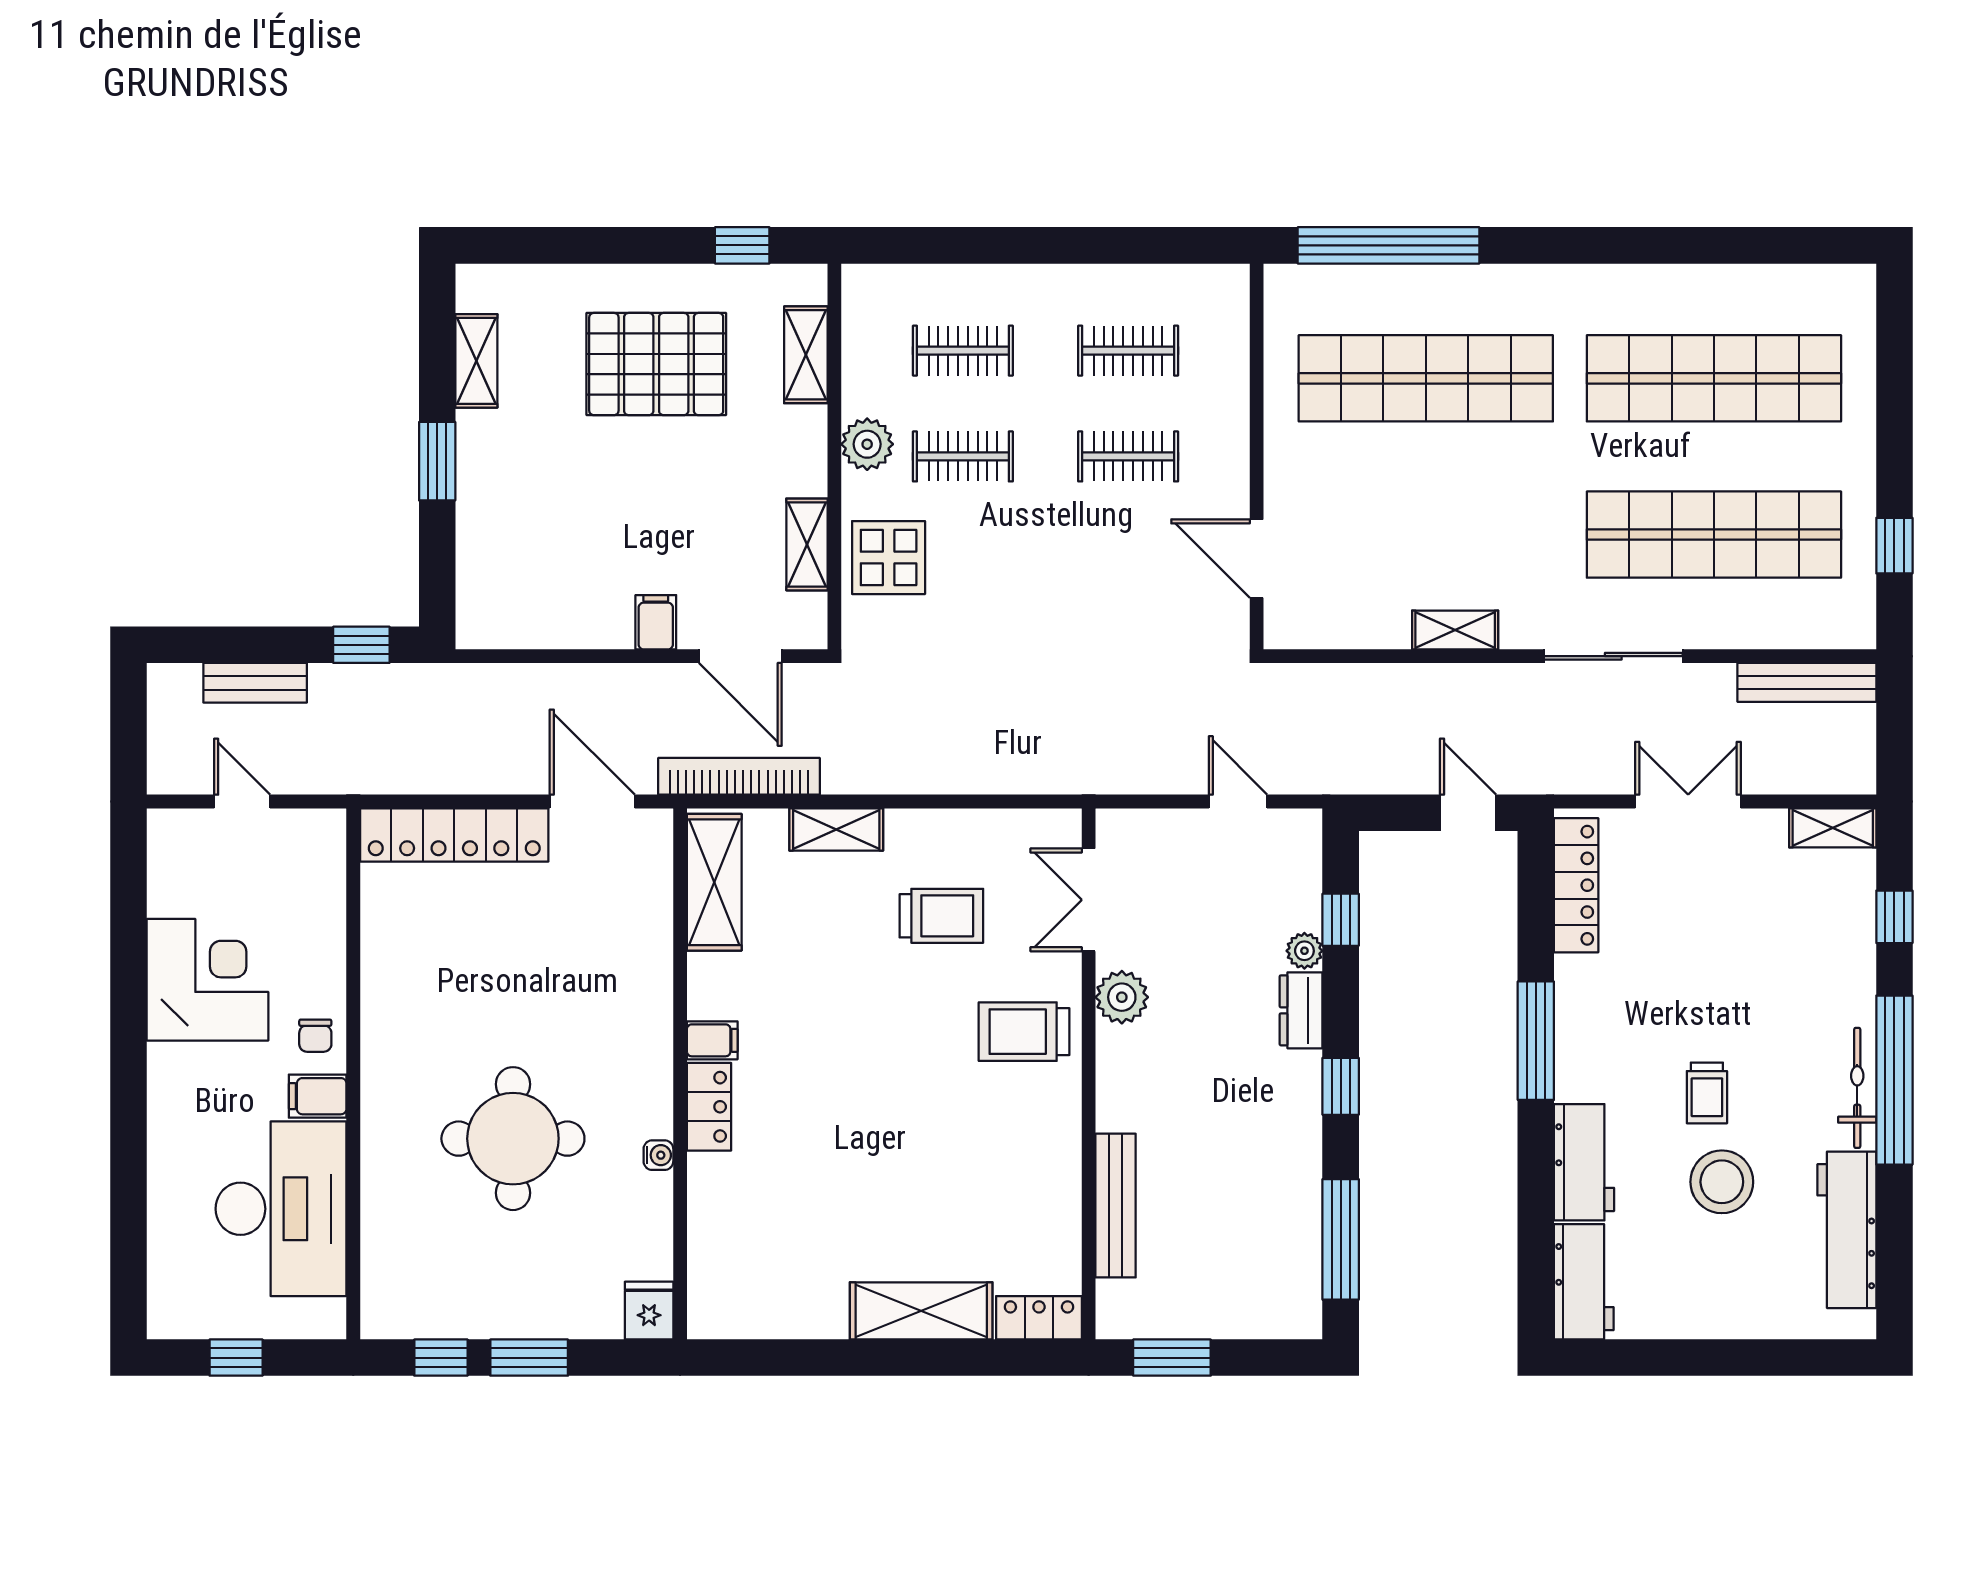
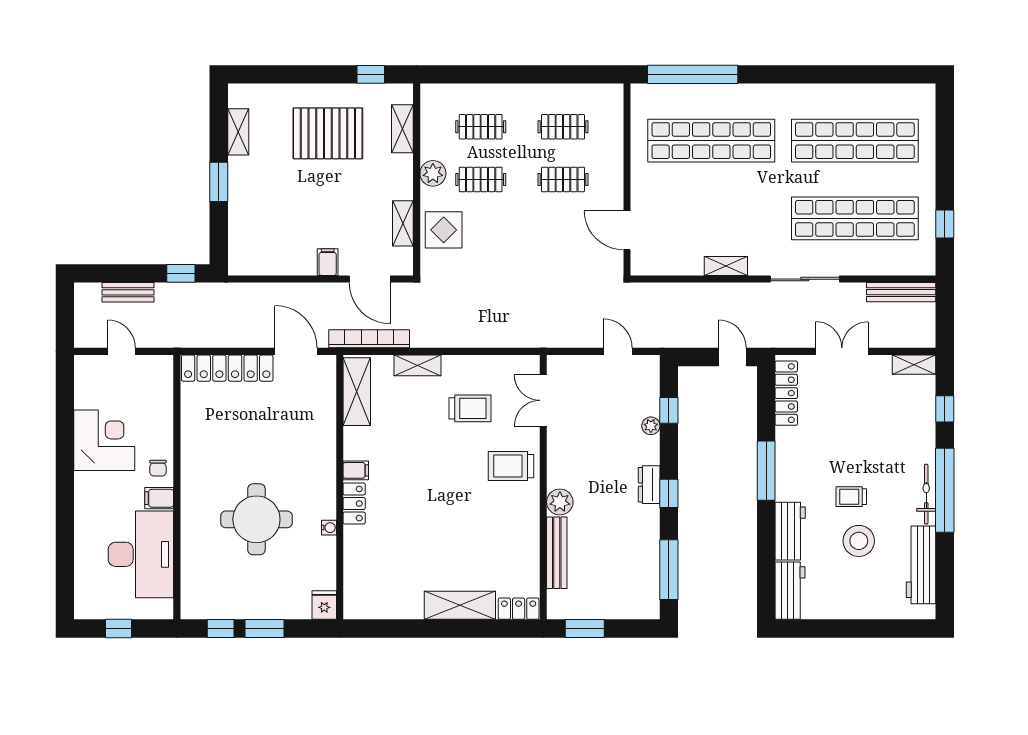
plant: (1122, 997) -> (560, 502), moved
dresser: (1301, 1010) -> (649, 485), moved
trolley: (1707, 1093) -> (851, 497), turned 90

